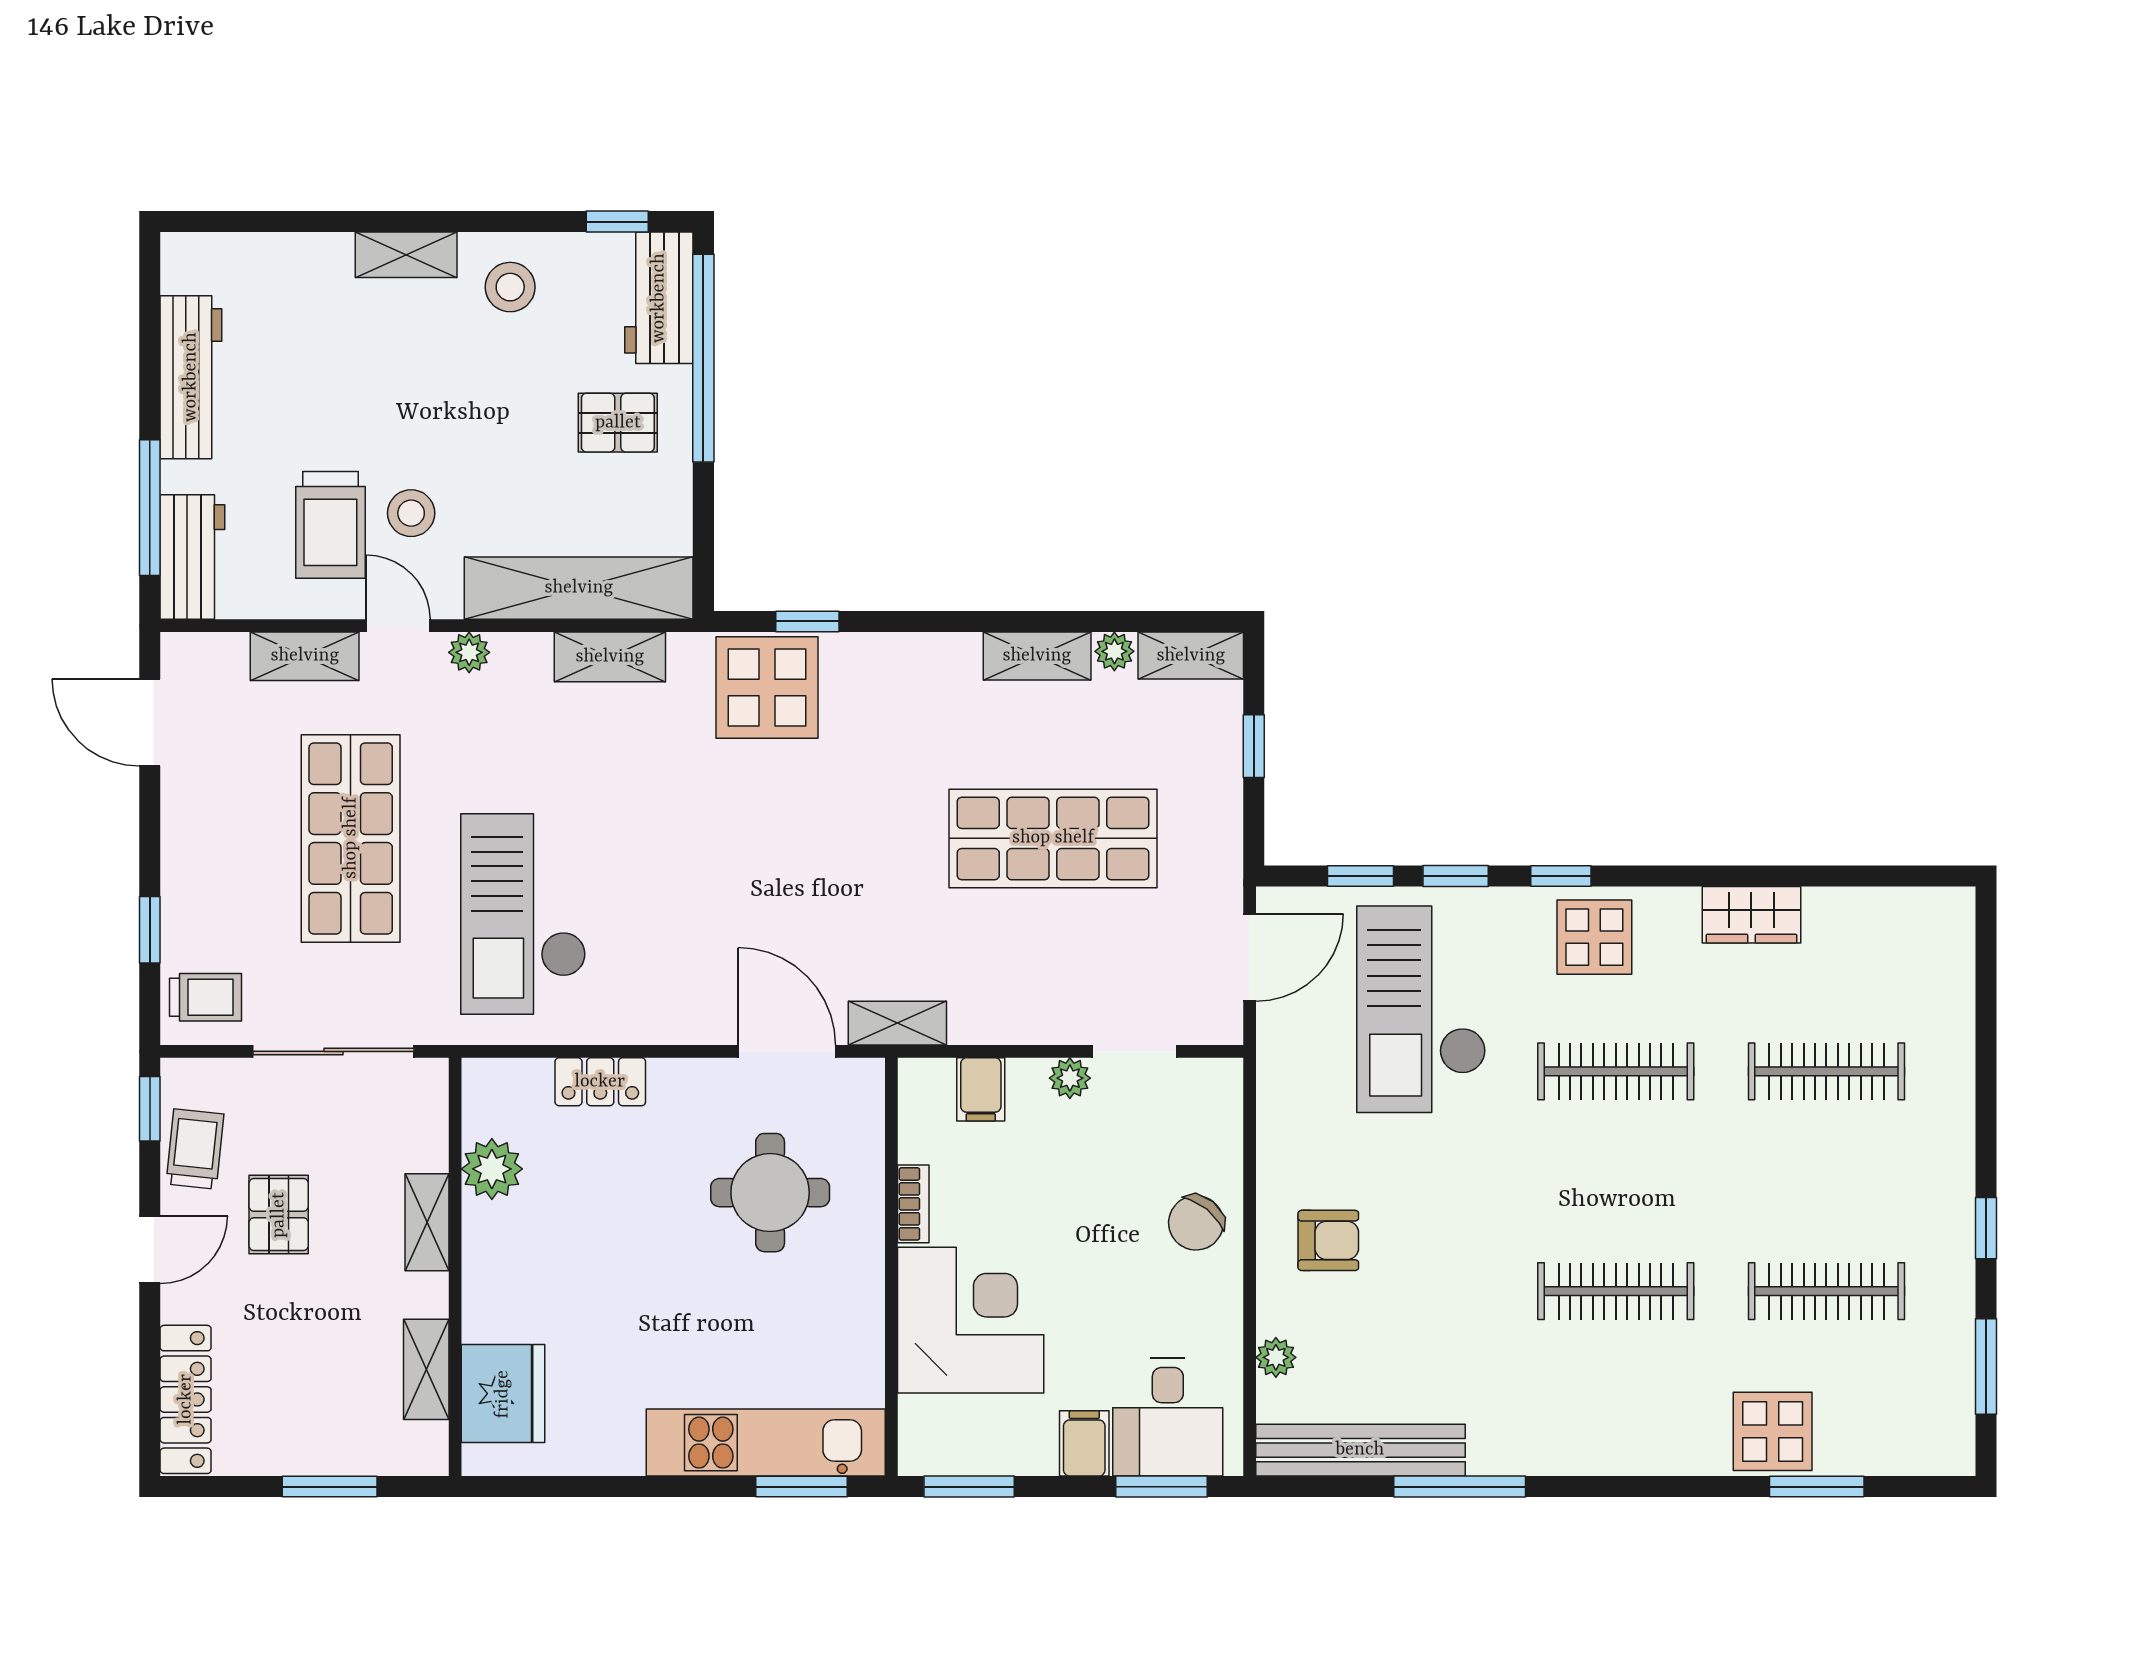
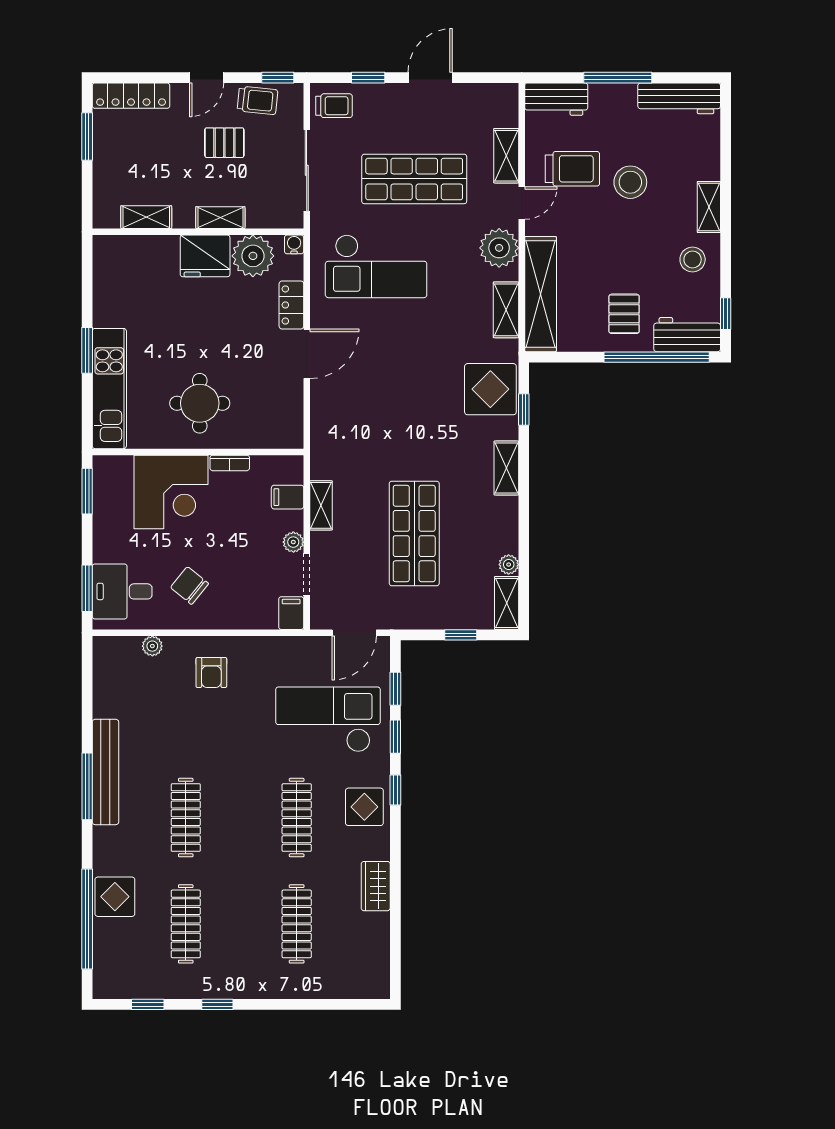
workbench: (191, 377) -> (679, 98), moved
window: (150, 508) -> (618, 78), moved
stool: (411, 513) -> (630, 182), moved, width x1.38, depth x1.38
trolley: (330, 525) -> (572, 169), turned 180
plant: (469, 652) -> (499, 248), width x1.88, depth x1.88
shelving: (1037, 656) -> (506, 468), moved
door: (150, 723) -> (430, 78), moved
checkout: (523, 914) -> (376, 266), turned 180
door: (1250, 957) -> (354, 633), hinge flipped
trolley: (206, 997) -> (334, 106), turned -90
shelving: (897, 1023) -> (321, 505), moved
door: (787, 1051) -> (307, 354), moved
water cooler: (480, 1077) -> (294, 244), added
plant: (492, 1169) -> (253, 256), width x1.36, depth x1.36
round table: (770, 1193) -> (200, 403), moved
chair: (1196, 1223) -> (189, 585), moved
door: (150, 1250) -> (207, 78), hinge flipped
window: (1986, 1367) -> (148, 1004), width x0.67
fridge: (503, 1394) -> (205, 256), moved
filing cabinet: (1084, 1443) -> (291, 613), moved, turned -90
bench: (1360, 1450) -> (105, 772), moved
window: (330, 1487) -> (87, 136), moved
window: (802, 1487) -> (87, 350), moved
window: (1460, 1487) -> (87, 786), moved
window: (1817, 1487) -> (87, 919), width x2.11

